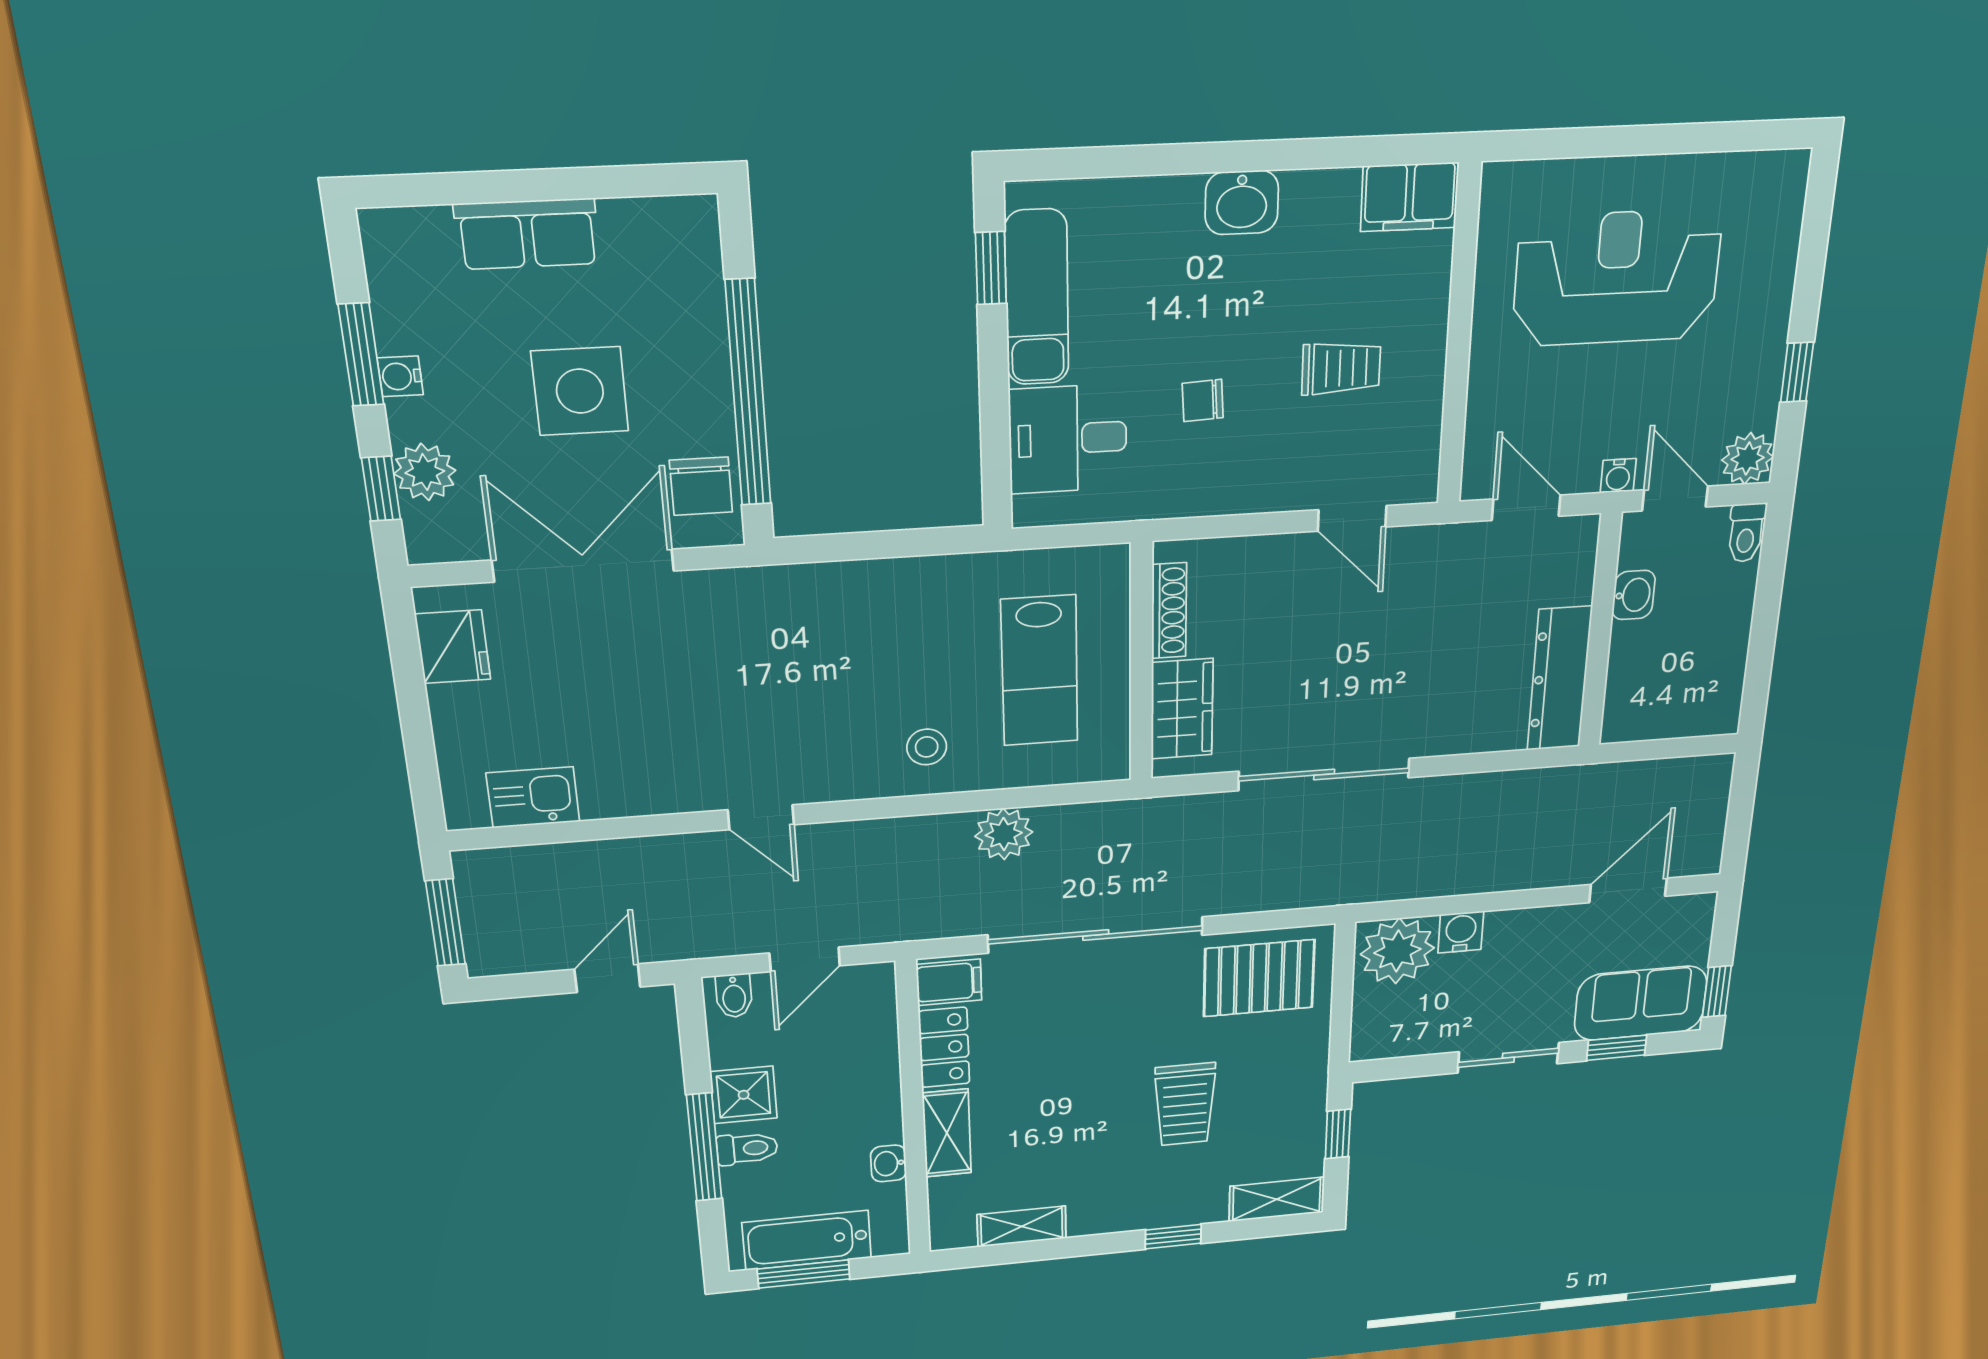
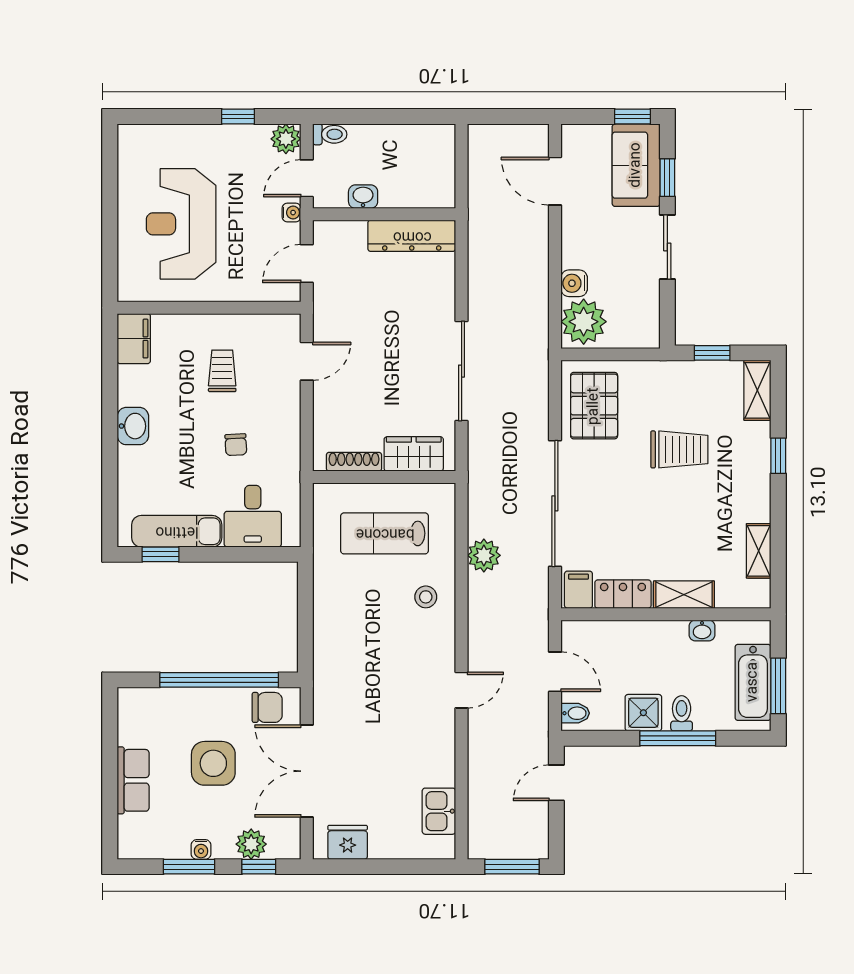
lab bench: (1040, 671) -> (385, 533), turned 180
door: (607, 978) -> (556, 783), hinge flipped

